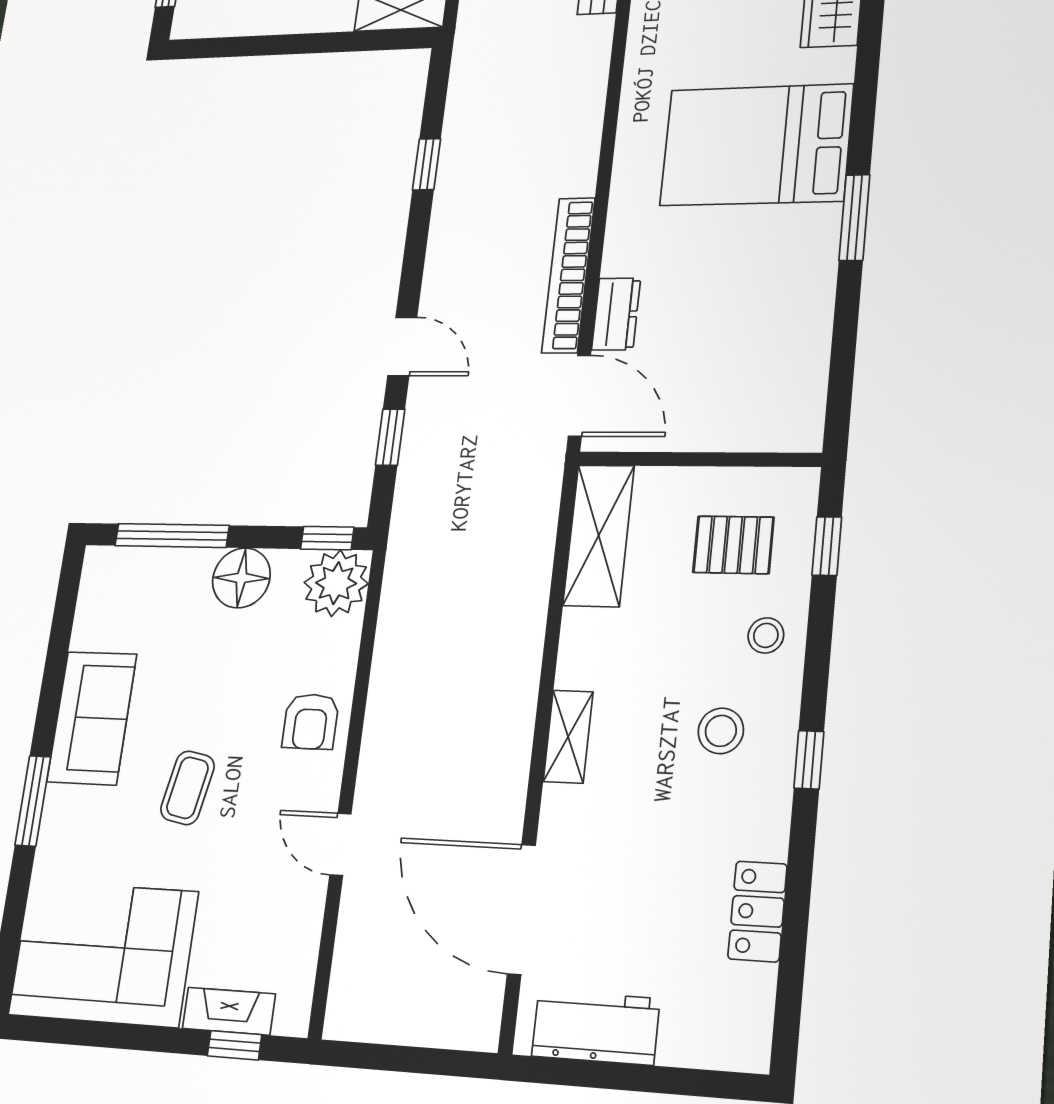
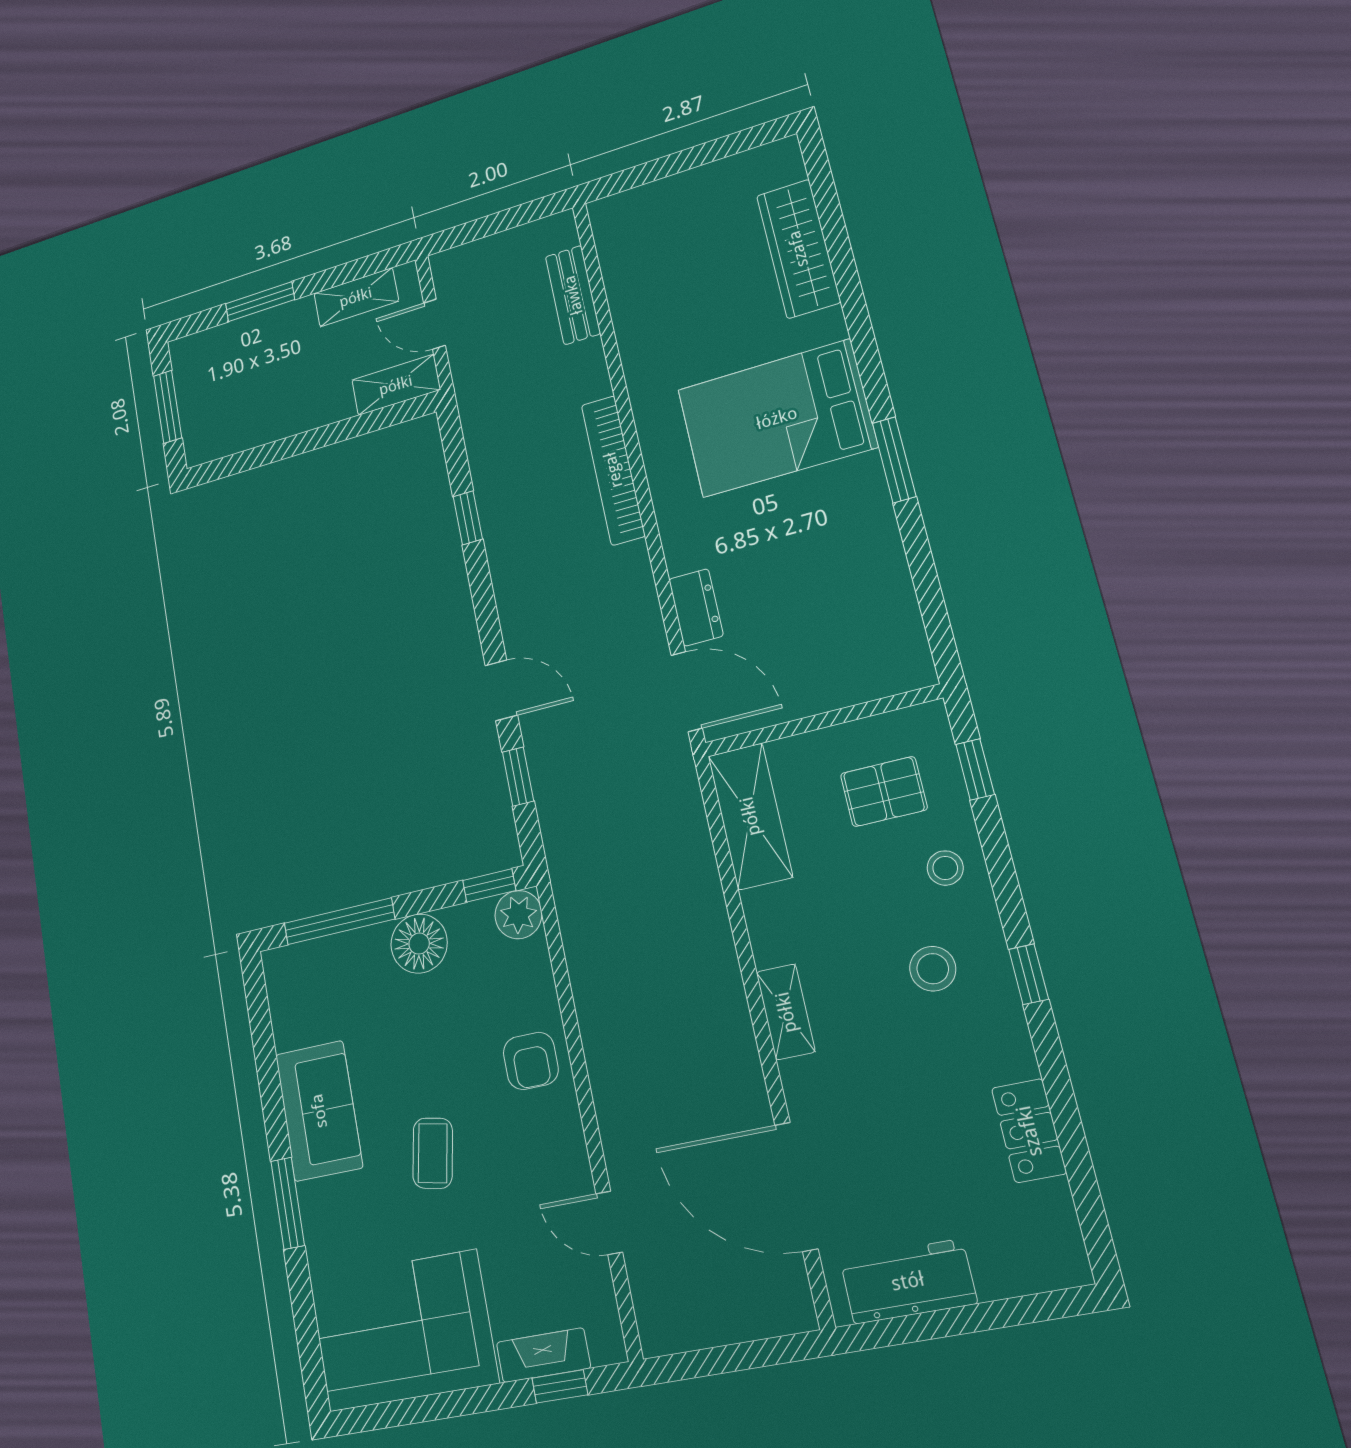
bookcase: (568, 275) -> (613, 470), moved
plant: (336, 583) -> (518, 915), width x0.73, depth x0.73
door: (340, 844) -> (609, 1223), moved

